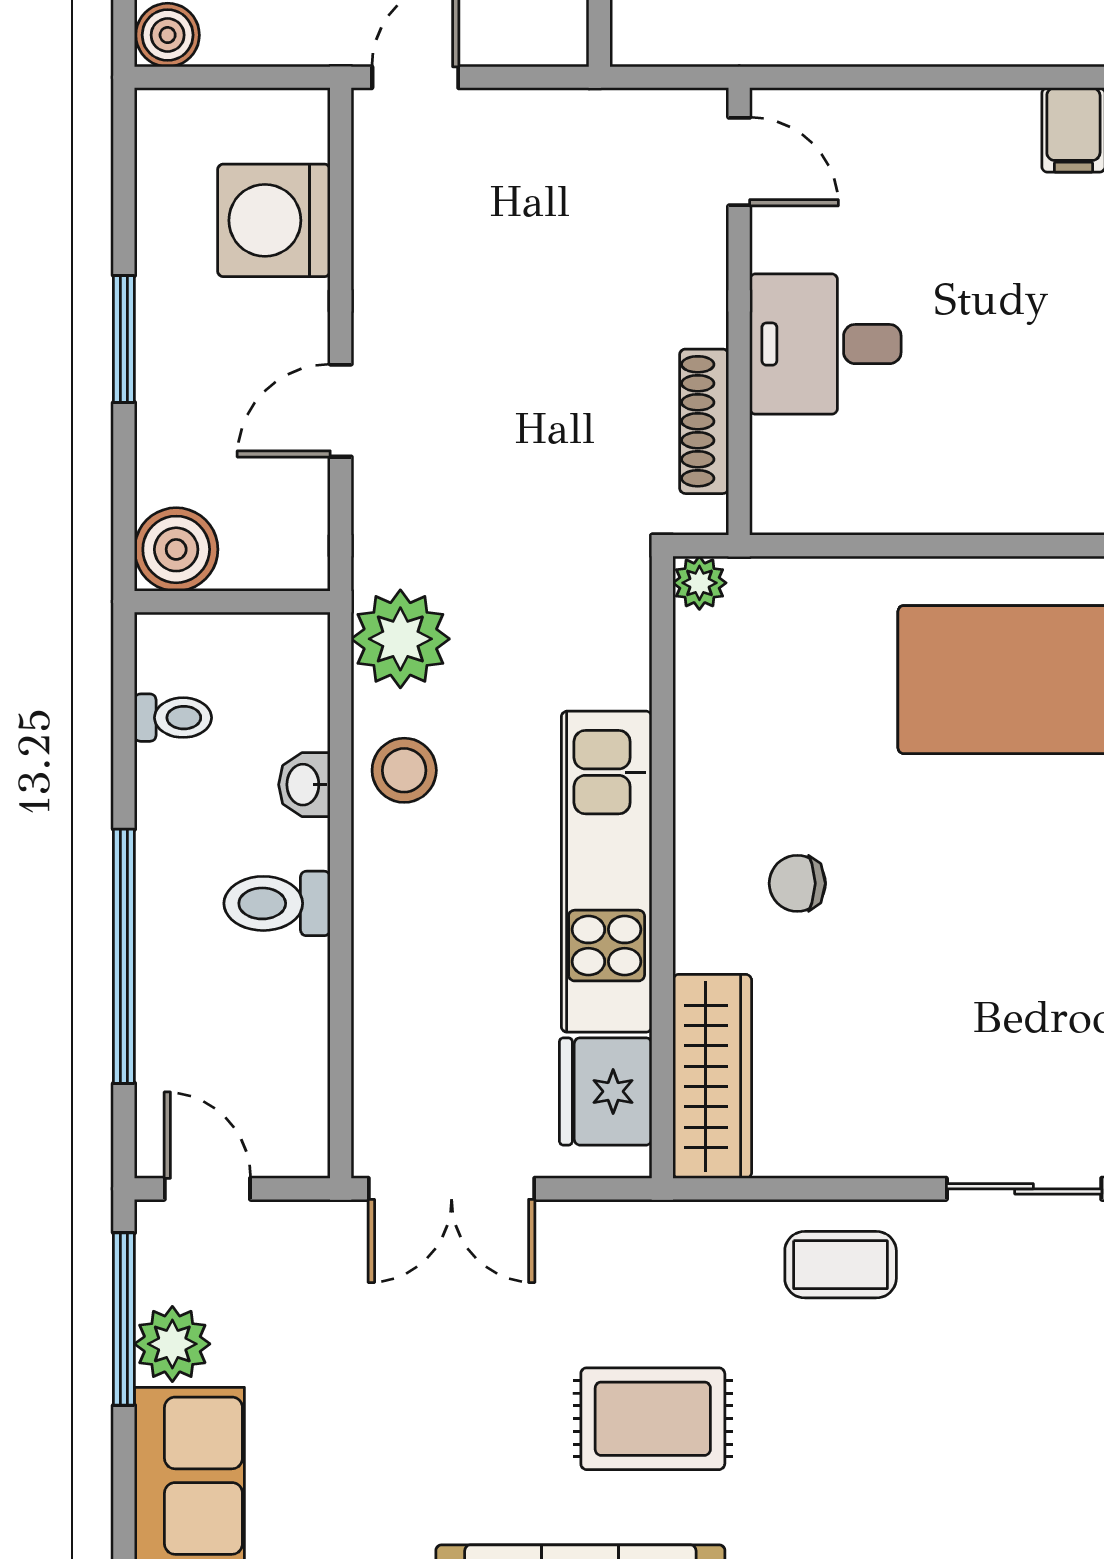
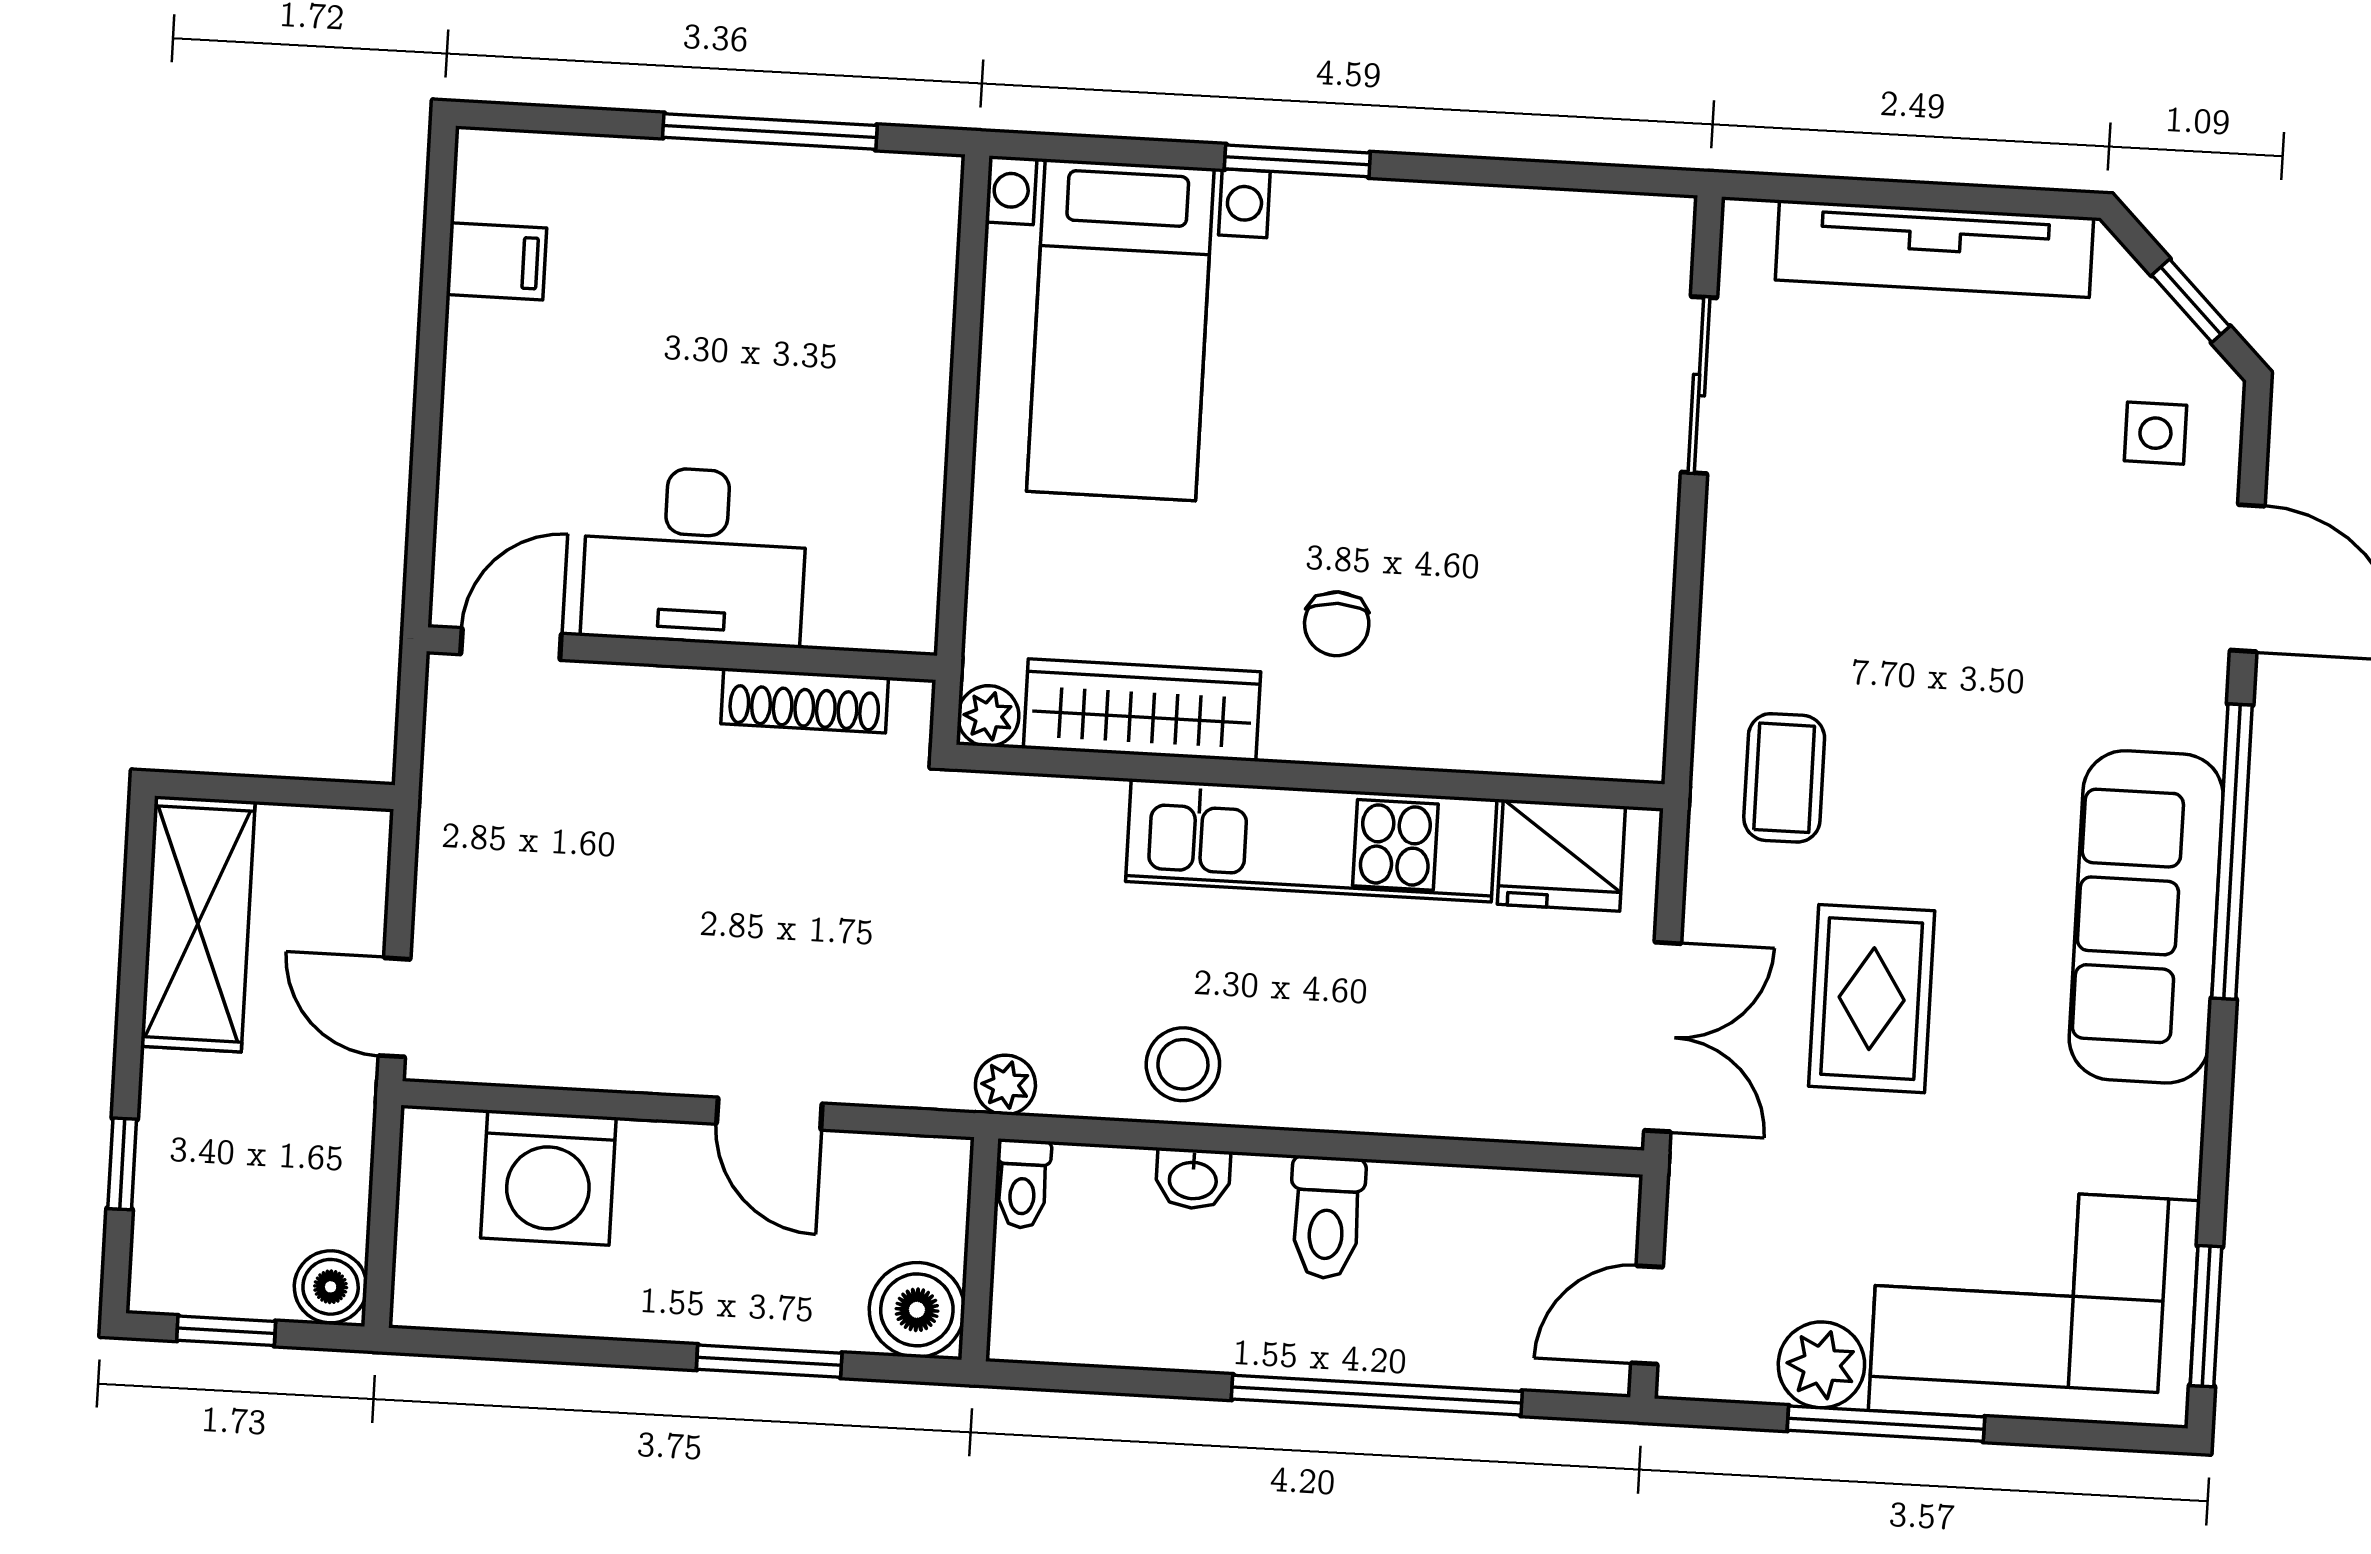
window: (124, 339) -> (769, 1361), moved
desk: (825, 344) -> (695, 556), width x1.37
plant: (400, 639) -> (1005, 1085), width x0.53, depth x0.53
toilet: (173, 718) -> (1023, 1184), moved, turned 180
wardrobe: (712, 1076) -> (1142, 710), moved
coffee table: (841, 1265) -> (1784, 778), moved
window: (124, 1319) -> (1886, 1424), moved
rug: (653, 1419) -> (1872, 999), moved

